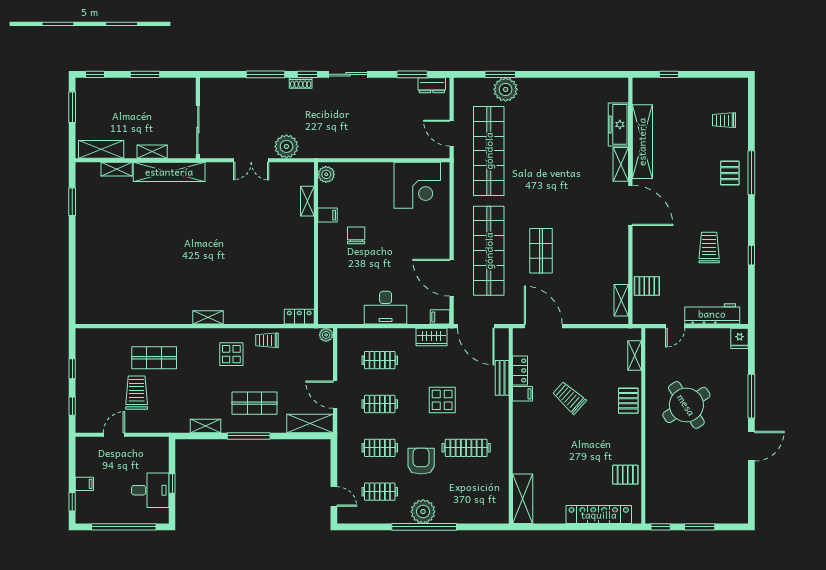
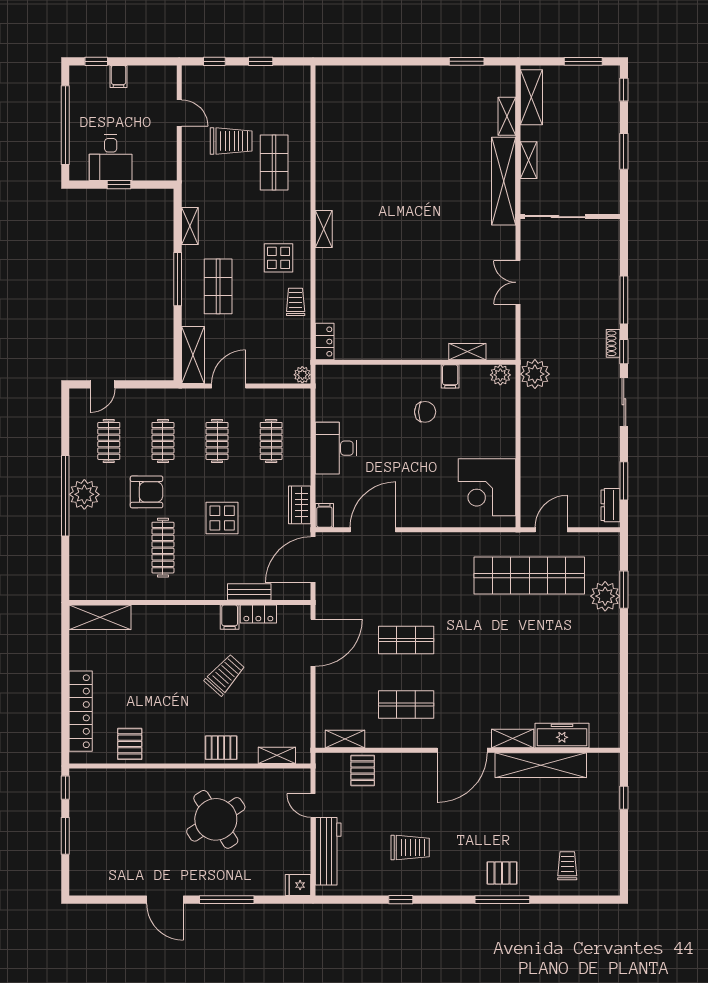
plant: (286, 146) -> (535, 374), moved
shop shelf: (489, 251) -> (406, 705), moved, width x0.50, depth x0.74

